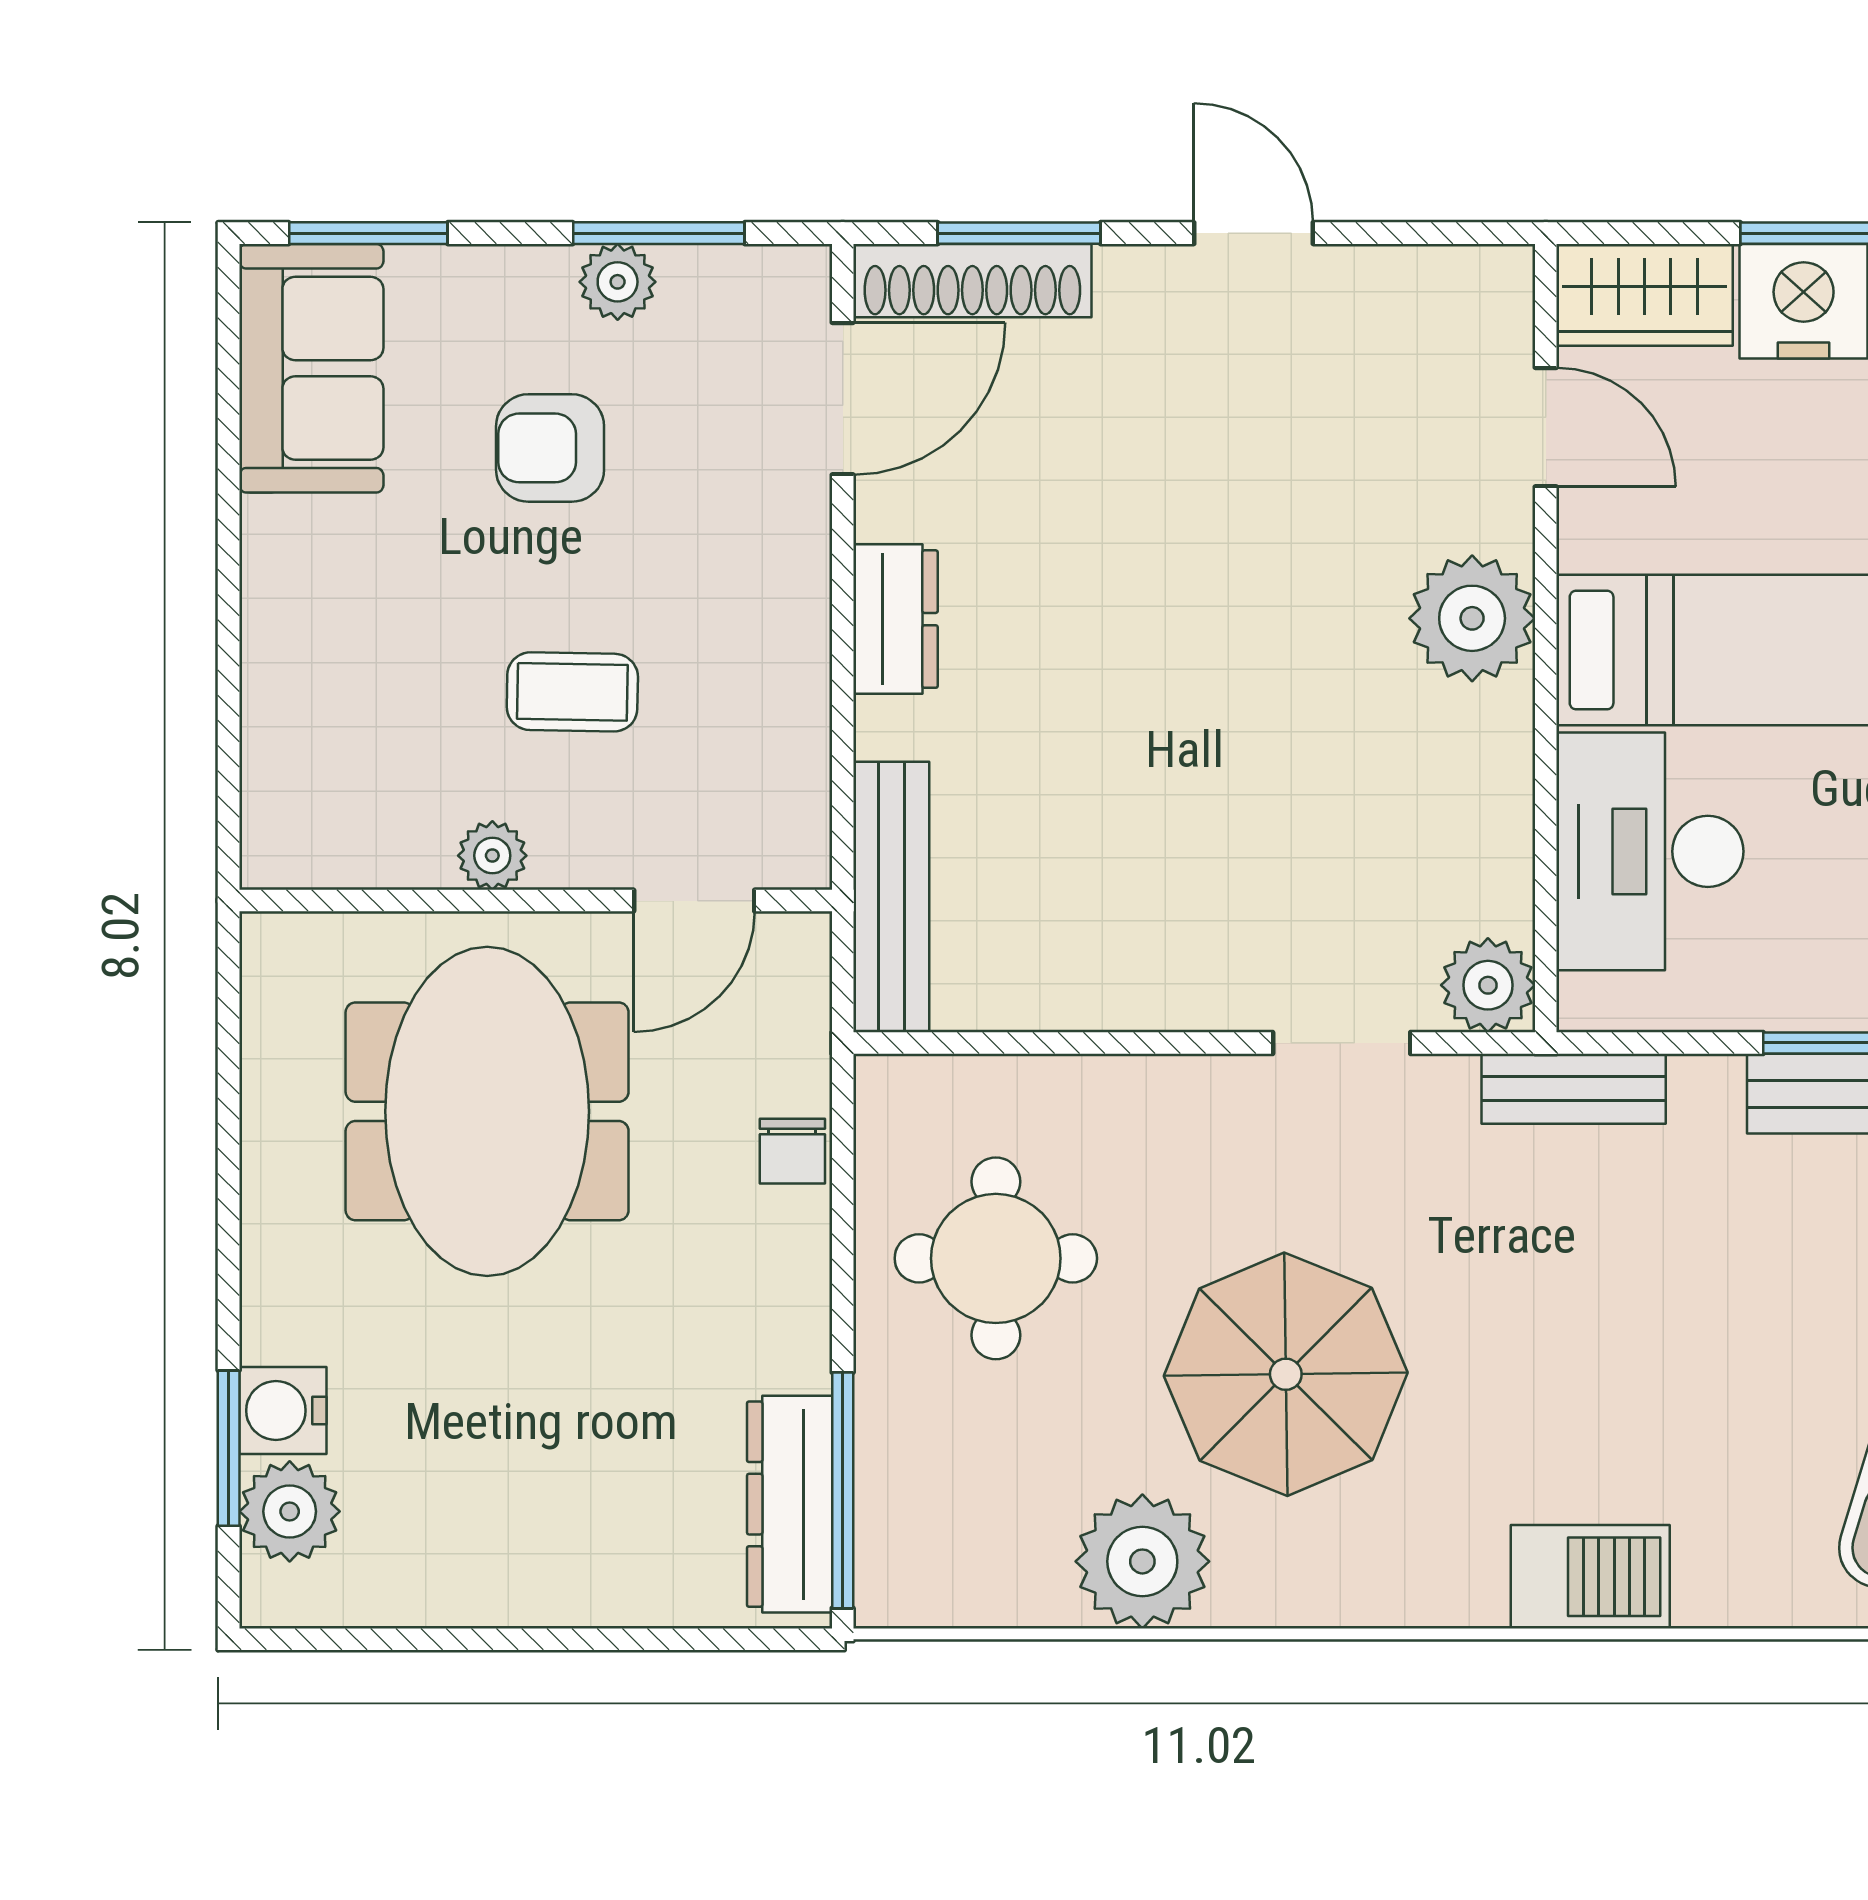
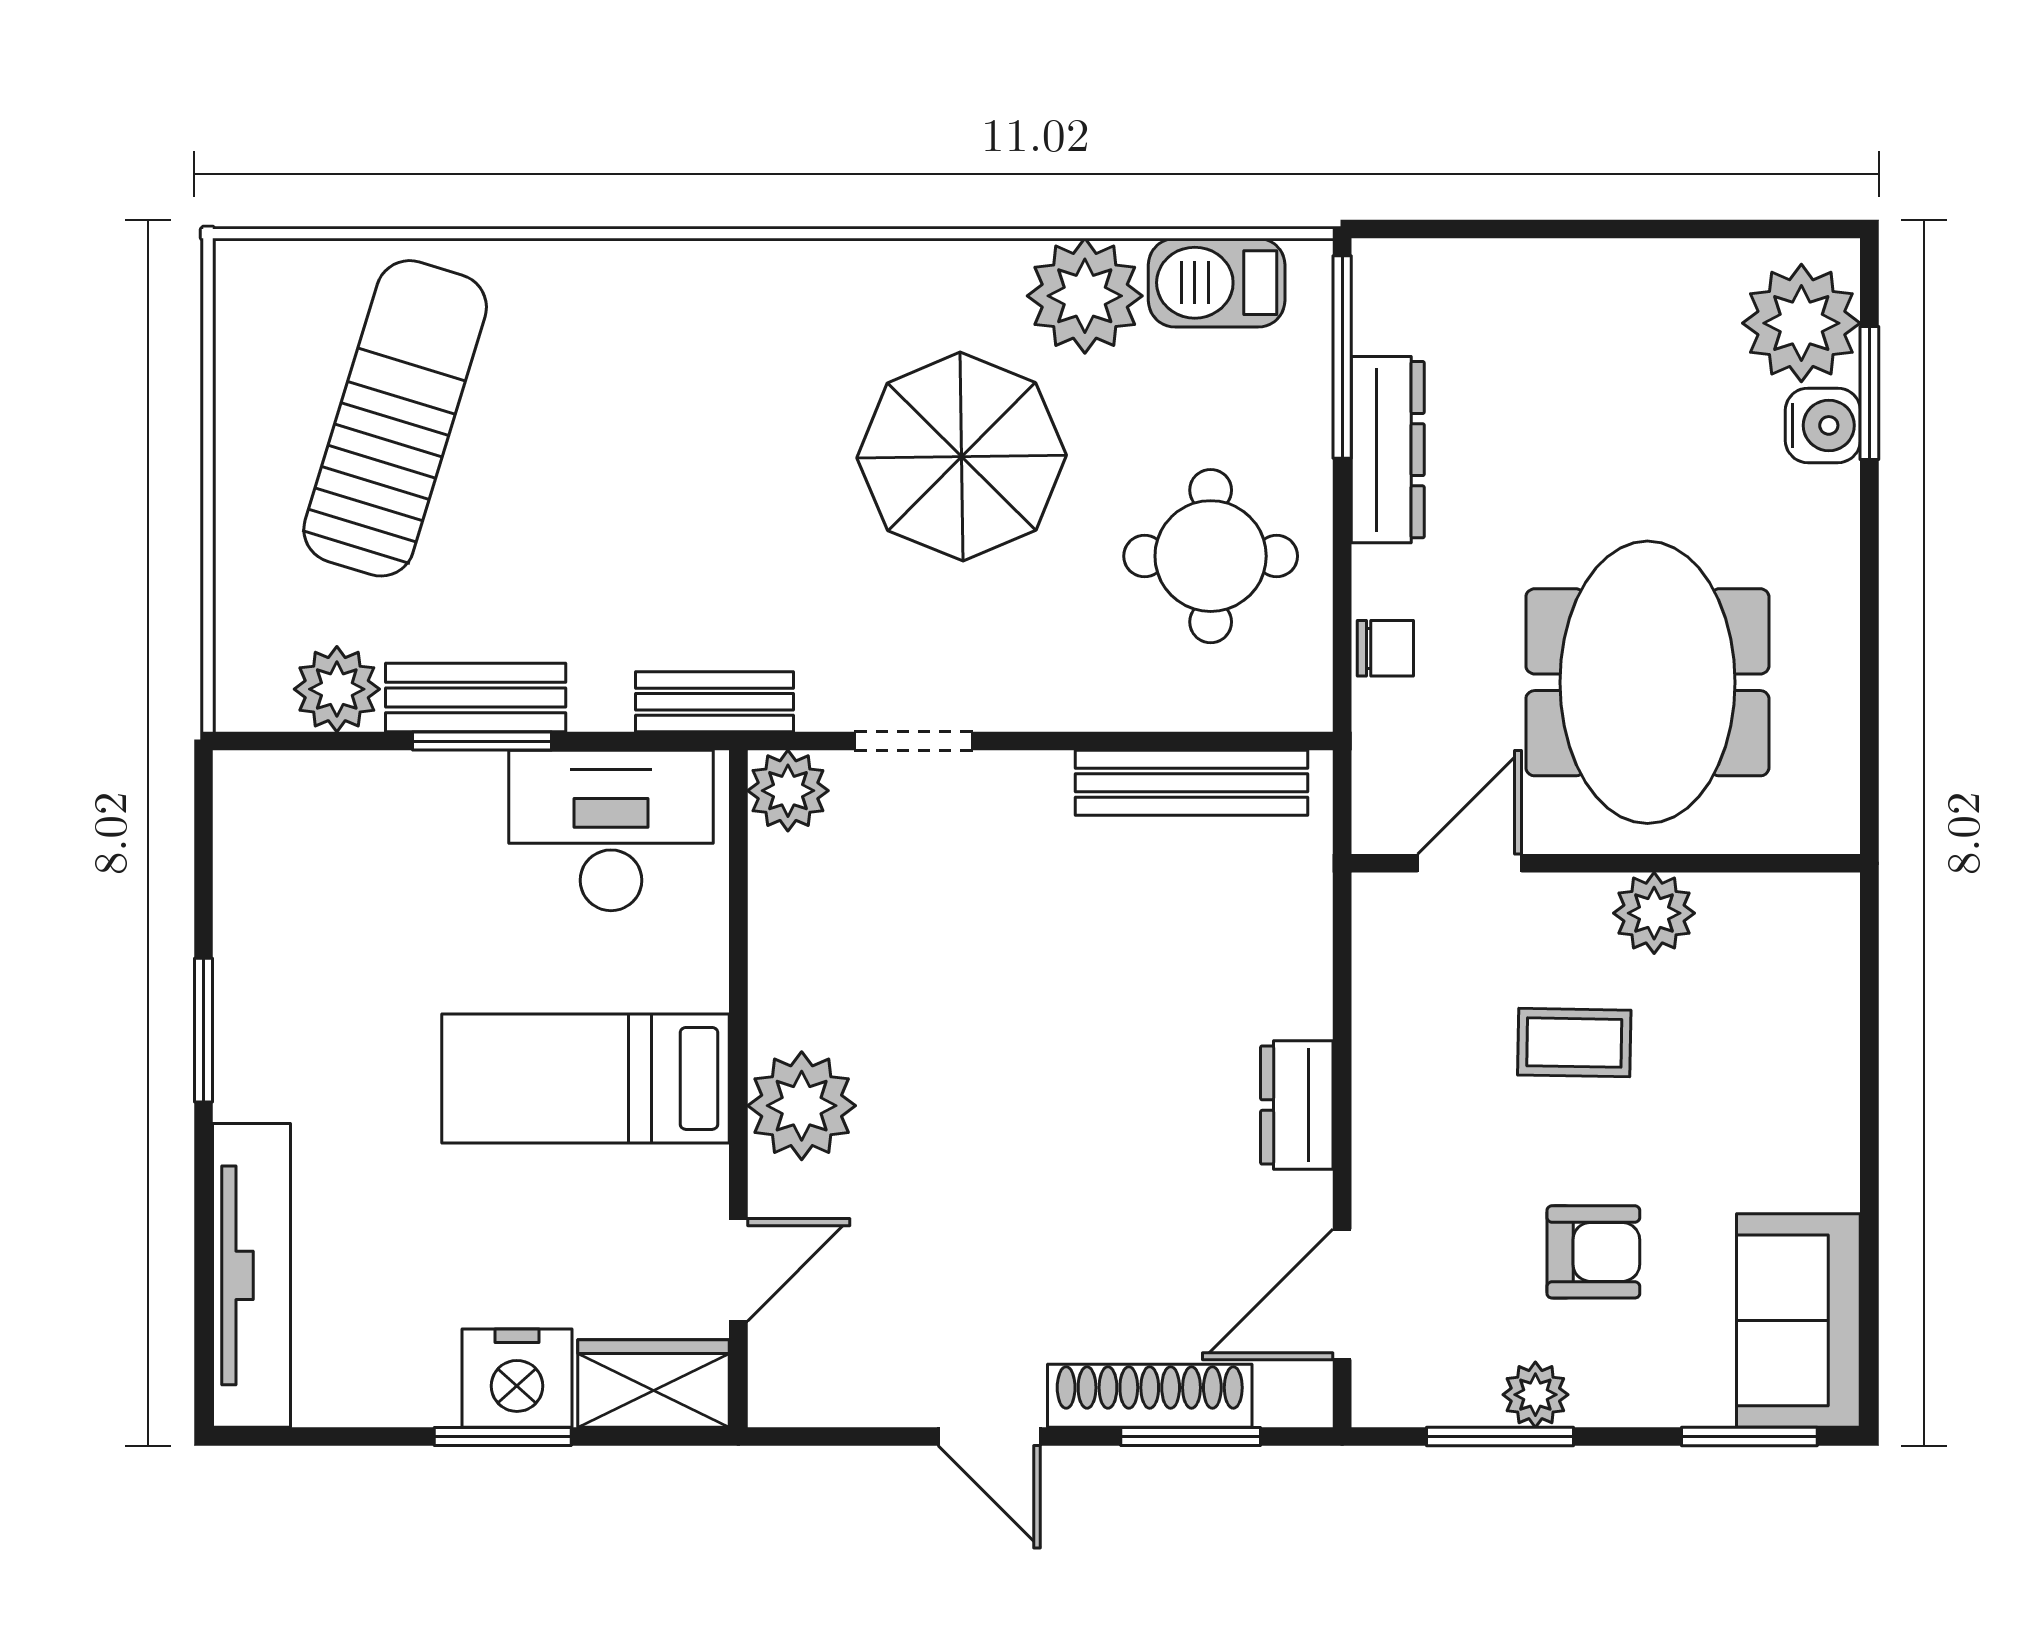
shoe rack: (972, 281) -> (1150, 1396), moved
door: (1546, 427) -> (738, 1270), swing flipped
desk: (1650, 851) -> (611, 831), moved, turned -90
plant: (492, 856) -> (1654, 913), width x1.38, depth x1.38
bench: (891, 897) -> (1191, 783), moved, turned 90
chair: (792, 1151) -> (1385, 648), turned 90
dresser: (790, 1504) -> (1388, 450), moved
plant: (290, 1511) -> (1801, 323), width x1.36, depth x1.36
barbecue: (1590, 1577) -> (1217, 283), moved

